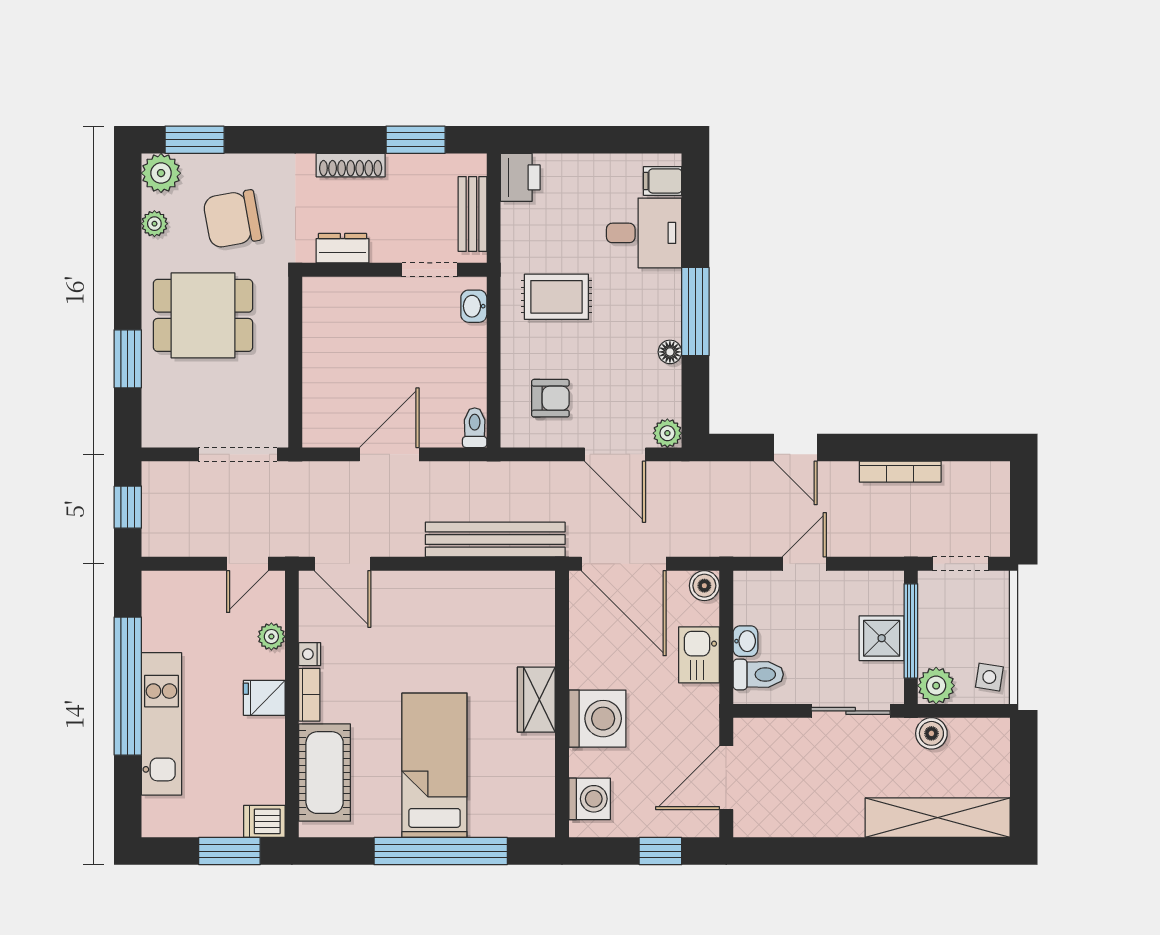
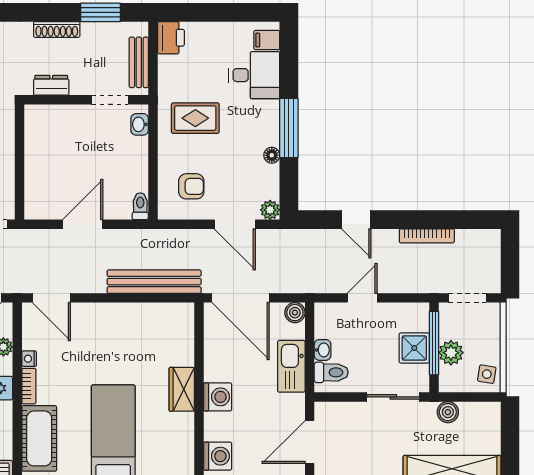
kitchen sink: (699, 655) -> (291, 366), width x1.38
plant: (936, 686) -> (451, 353), moved
washing machine: (597, 719) -> (218, 397), width x0.73, depth x0.73

